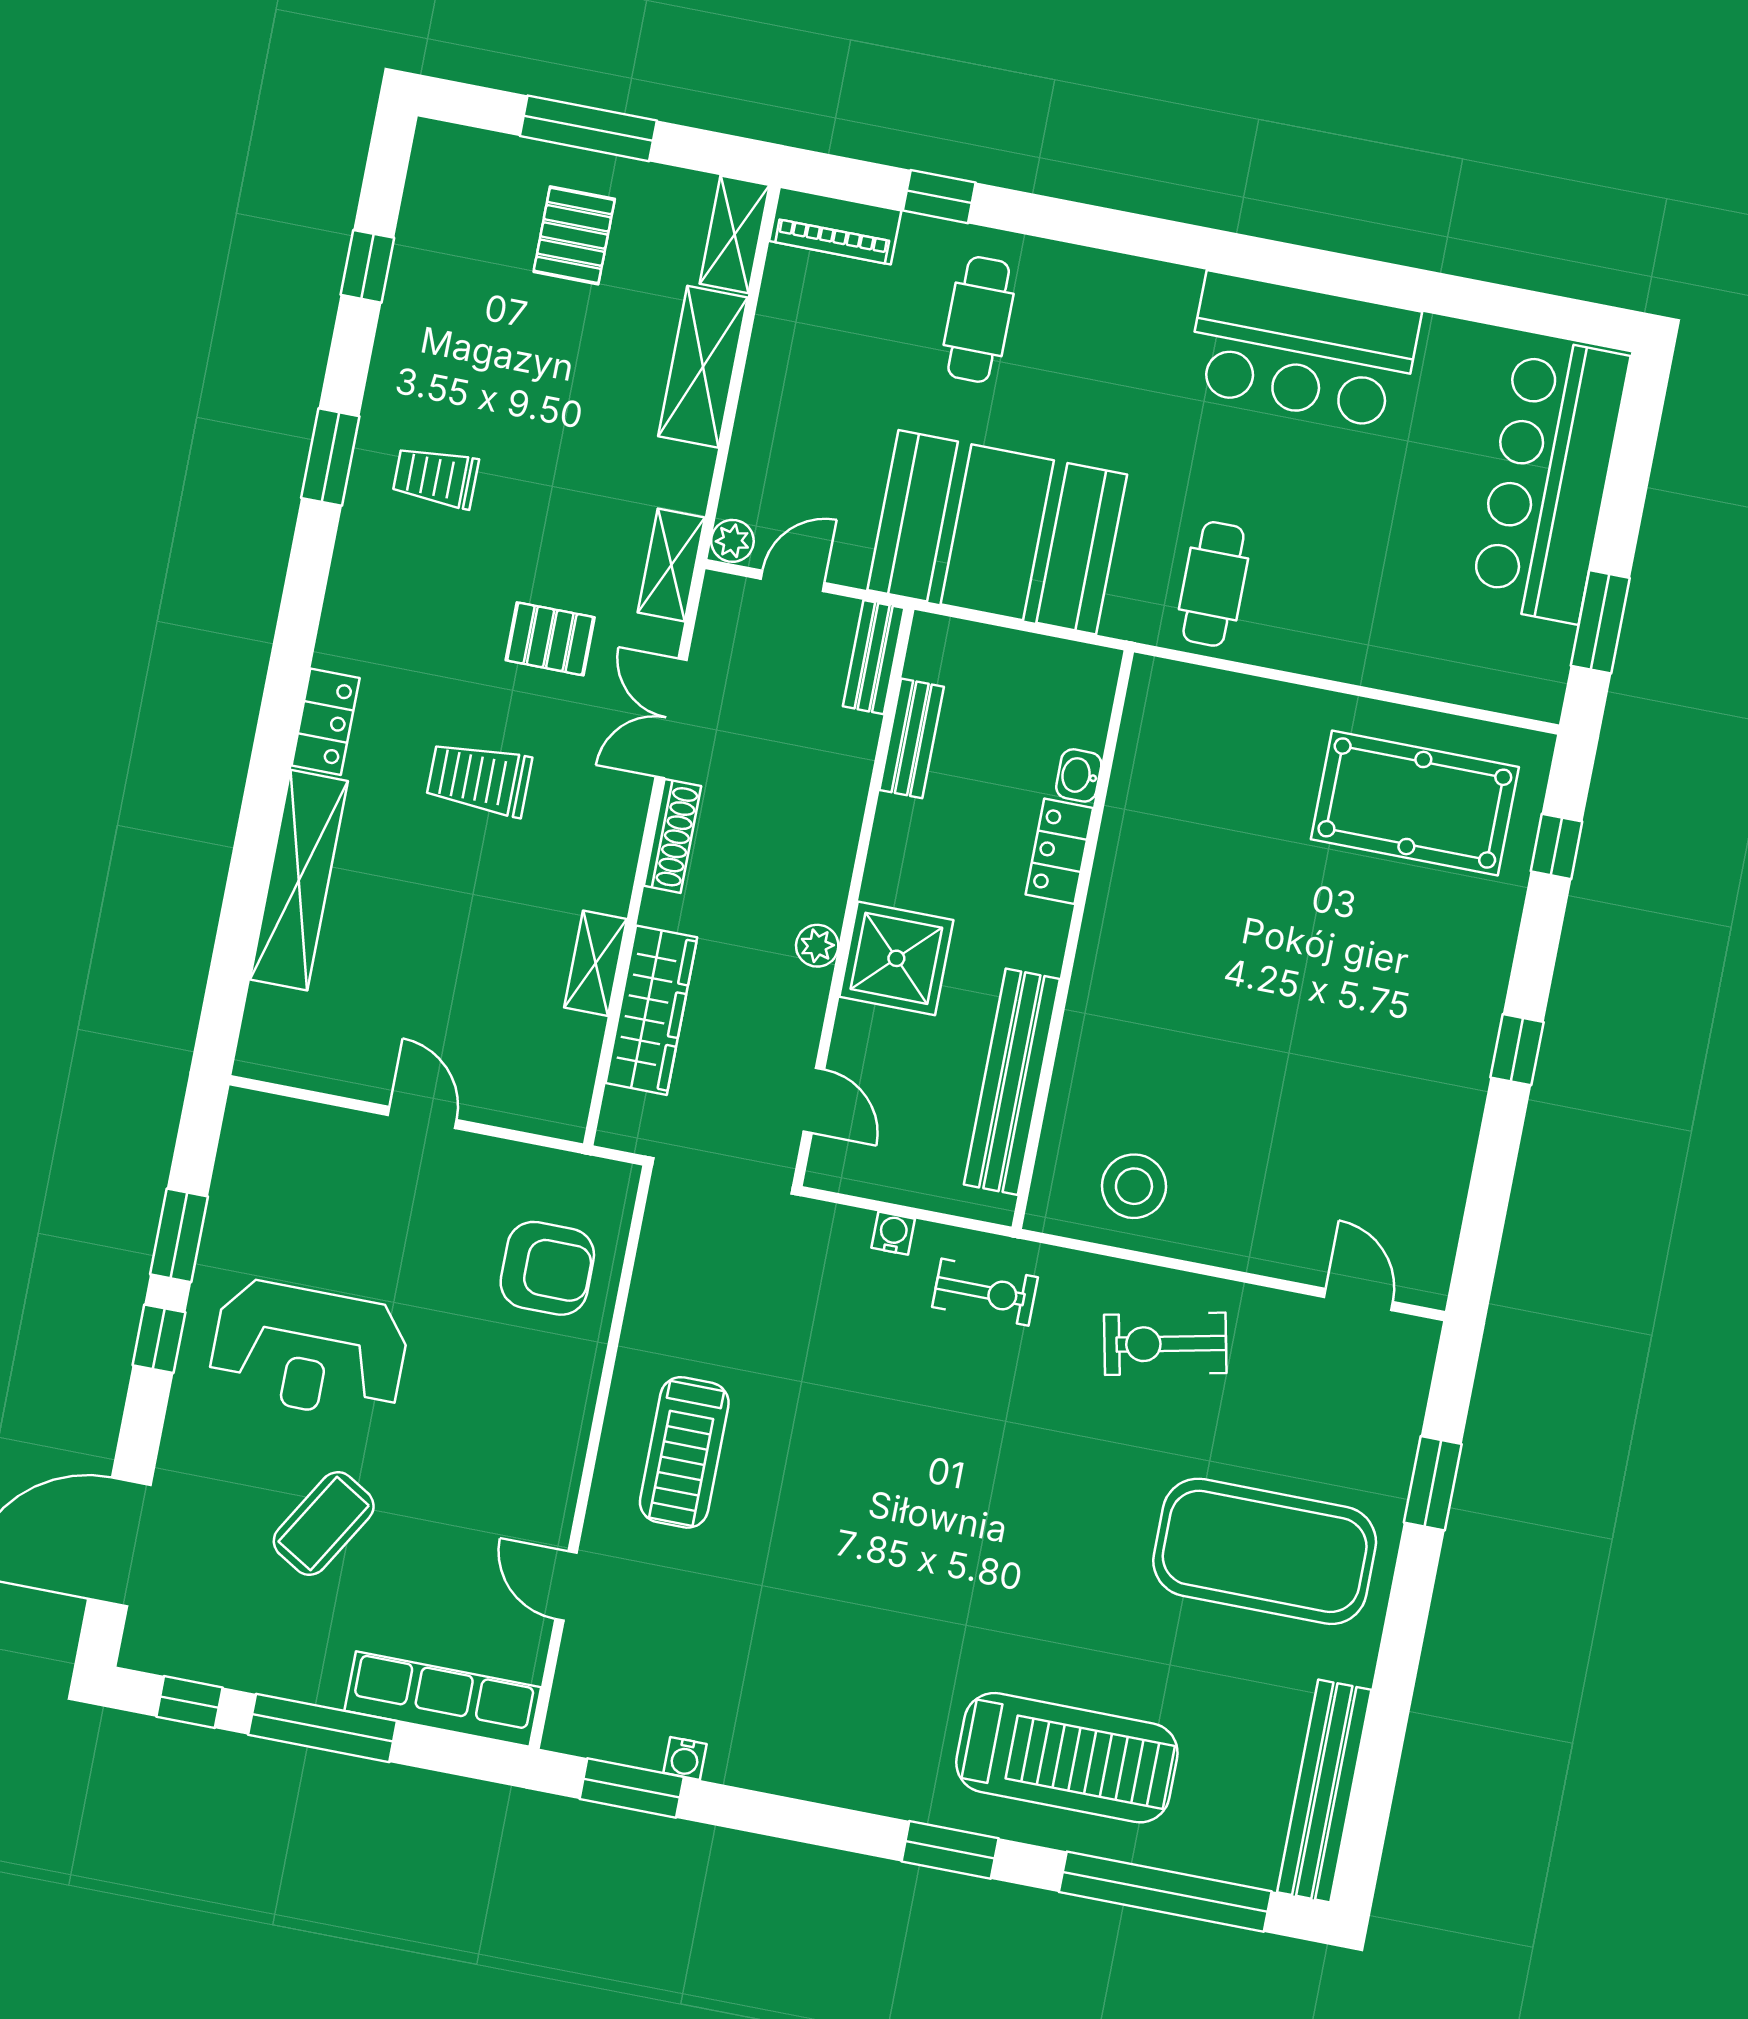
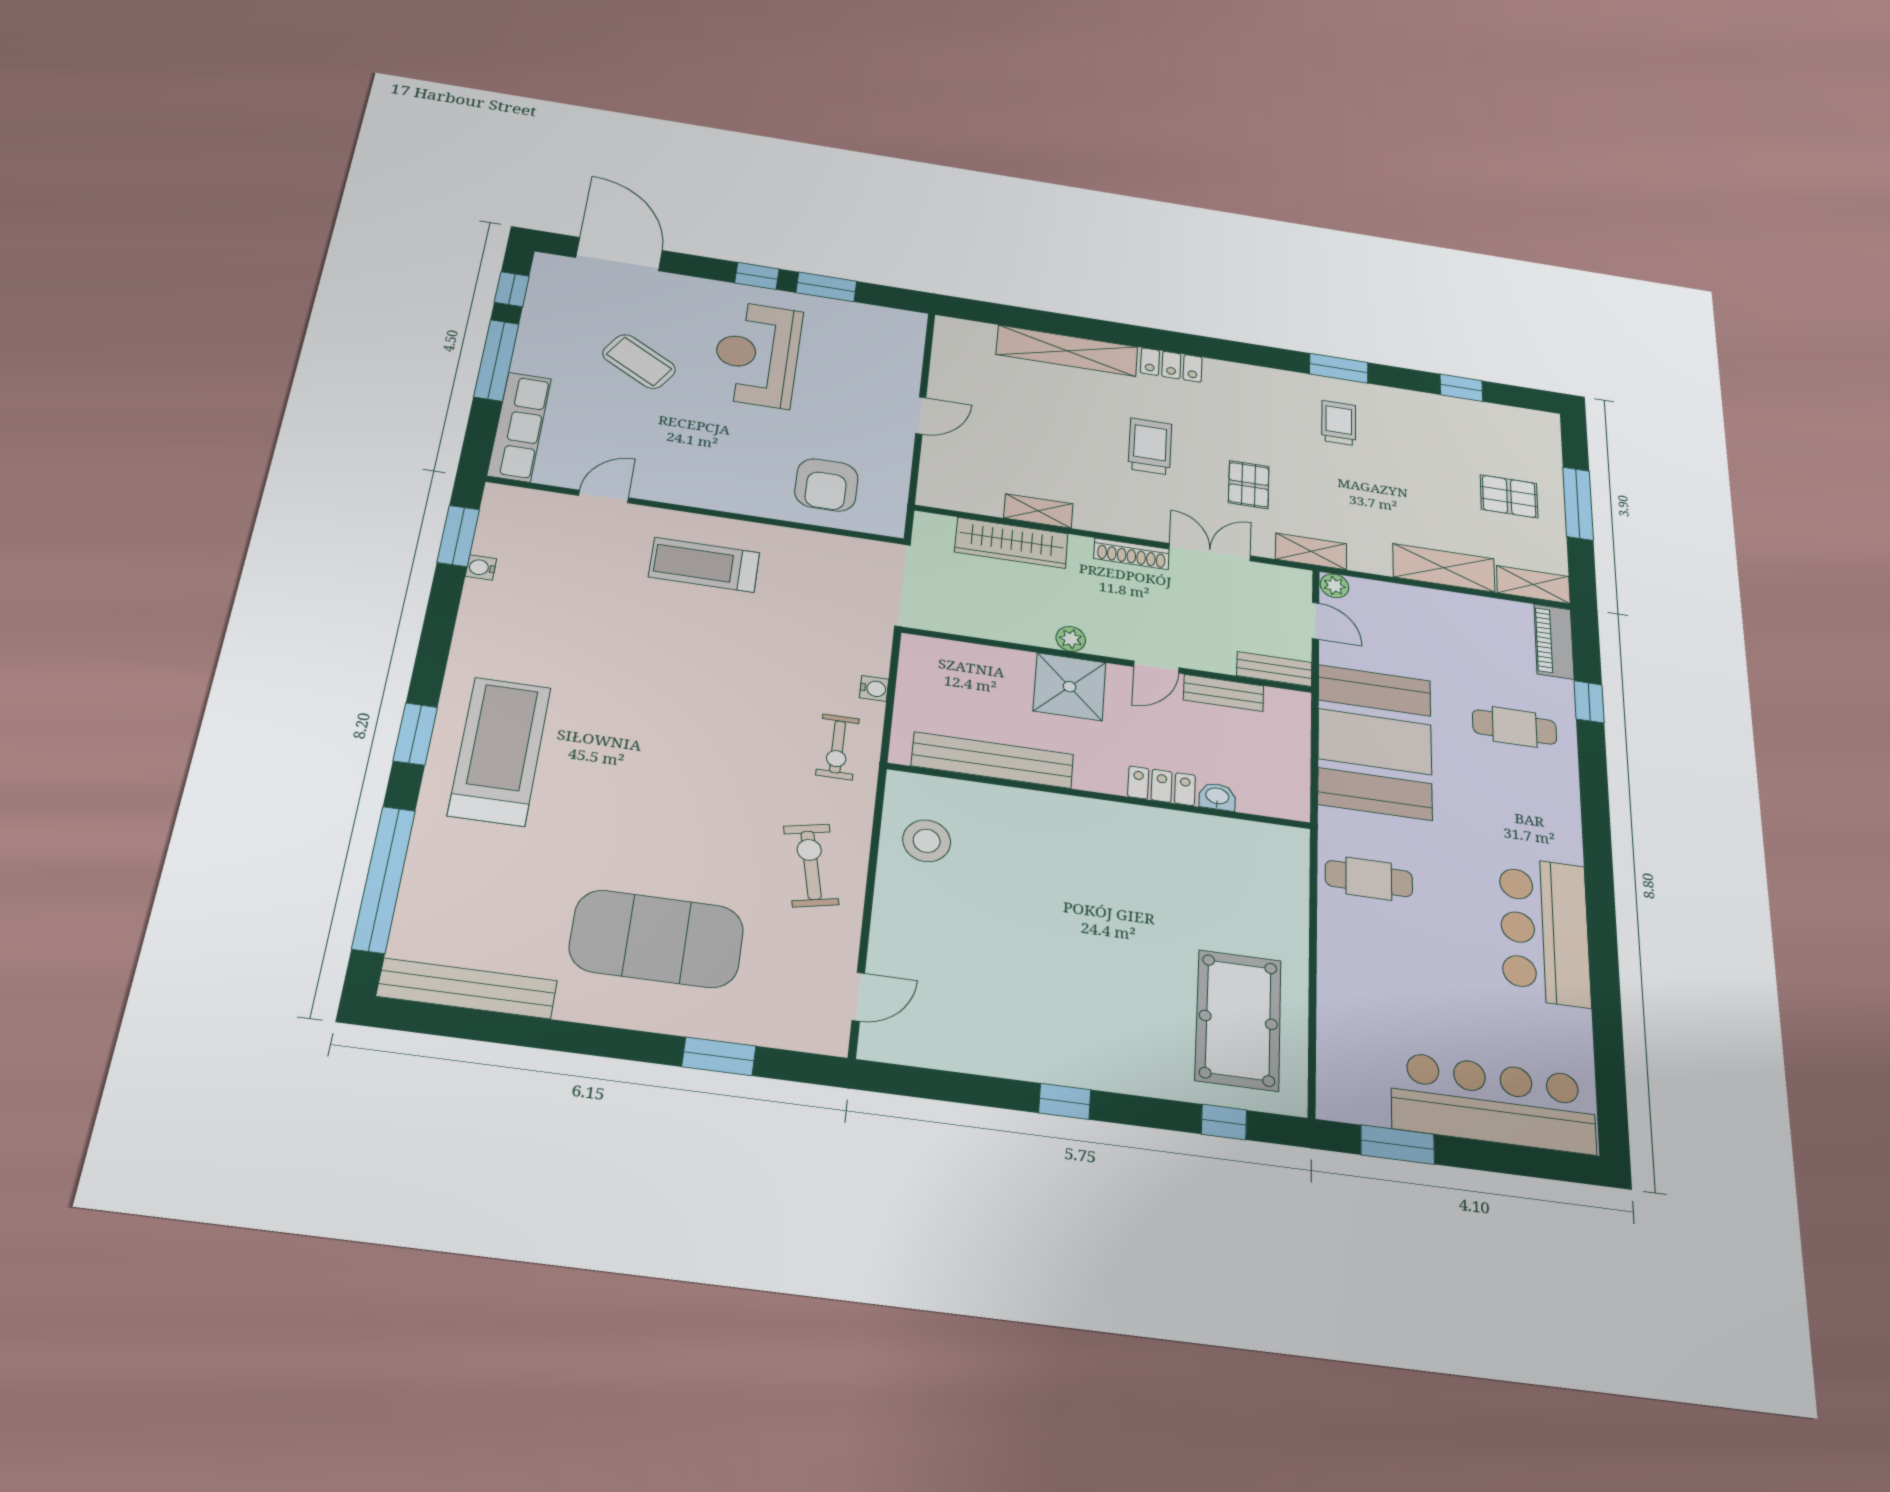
door: (814, 1100) -> (1156, 667), moved
exercise mat: (1265, 1551) -> (657, 939), turned 90
treadmill: (1067, 1758) -> (500, 751), moved, turned 180

